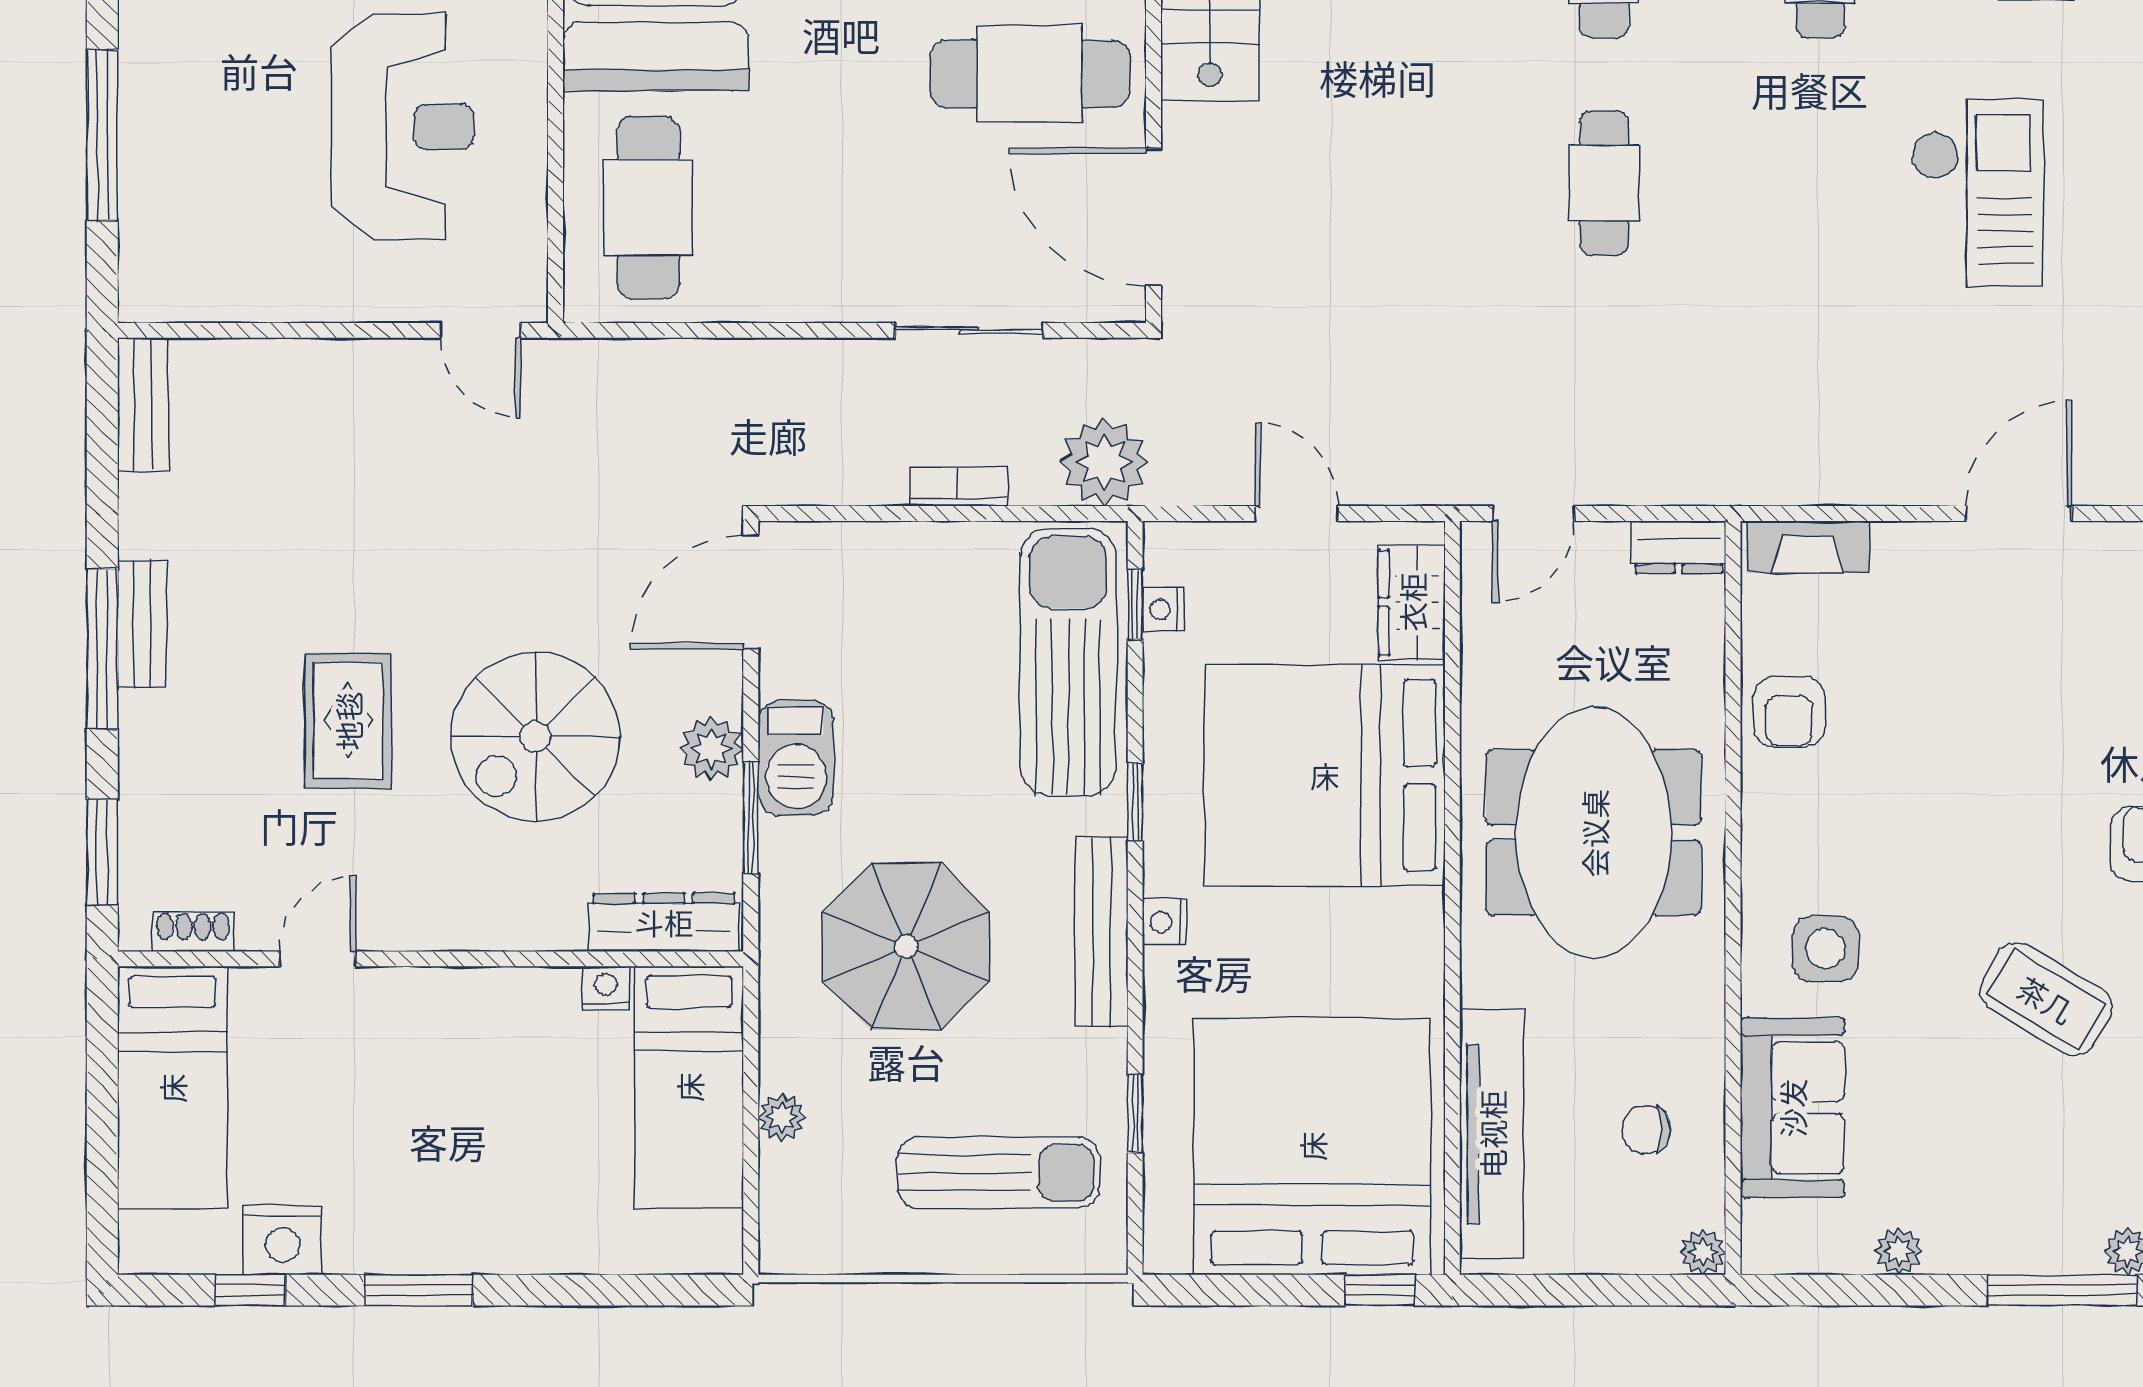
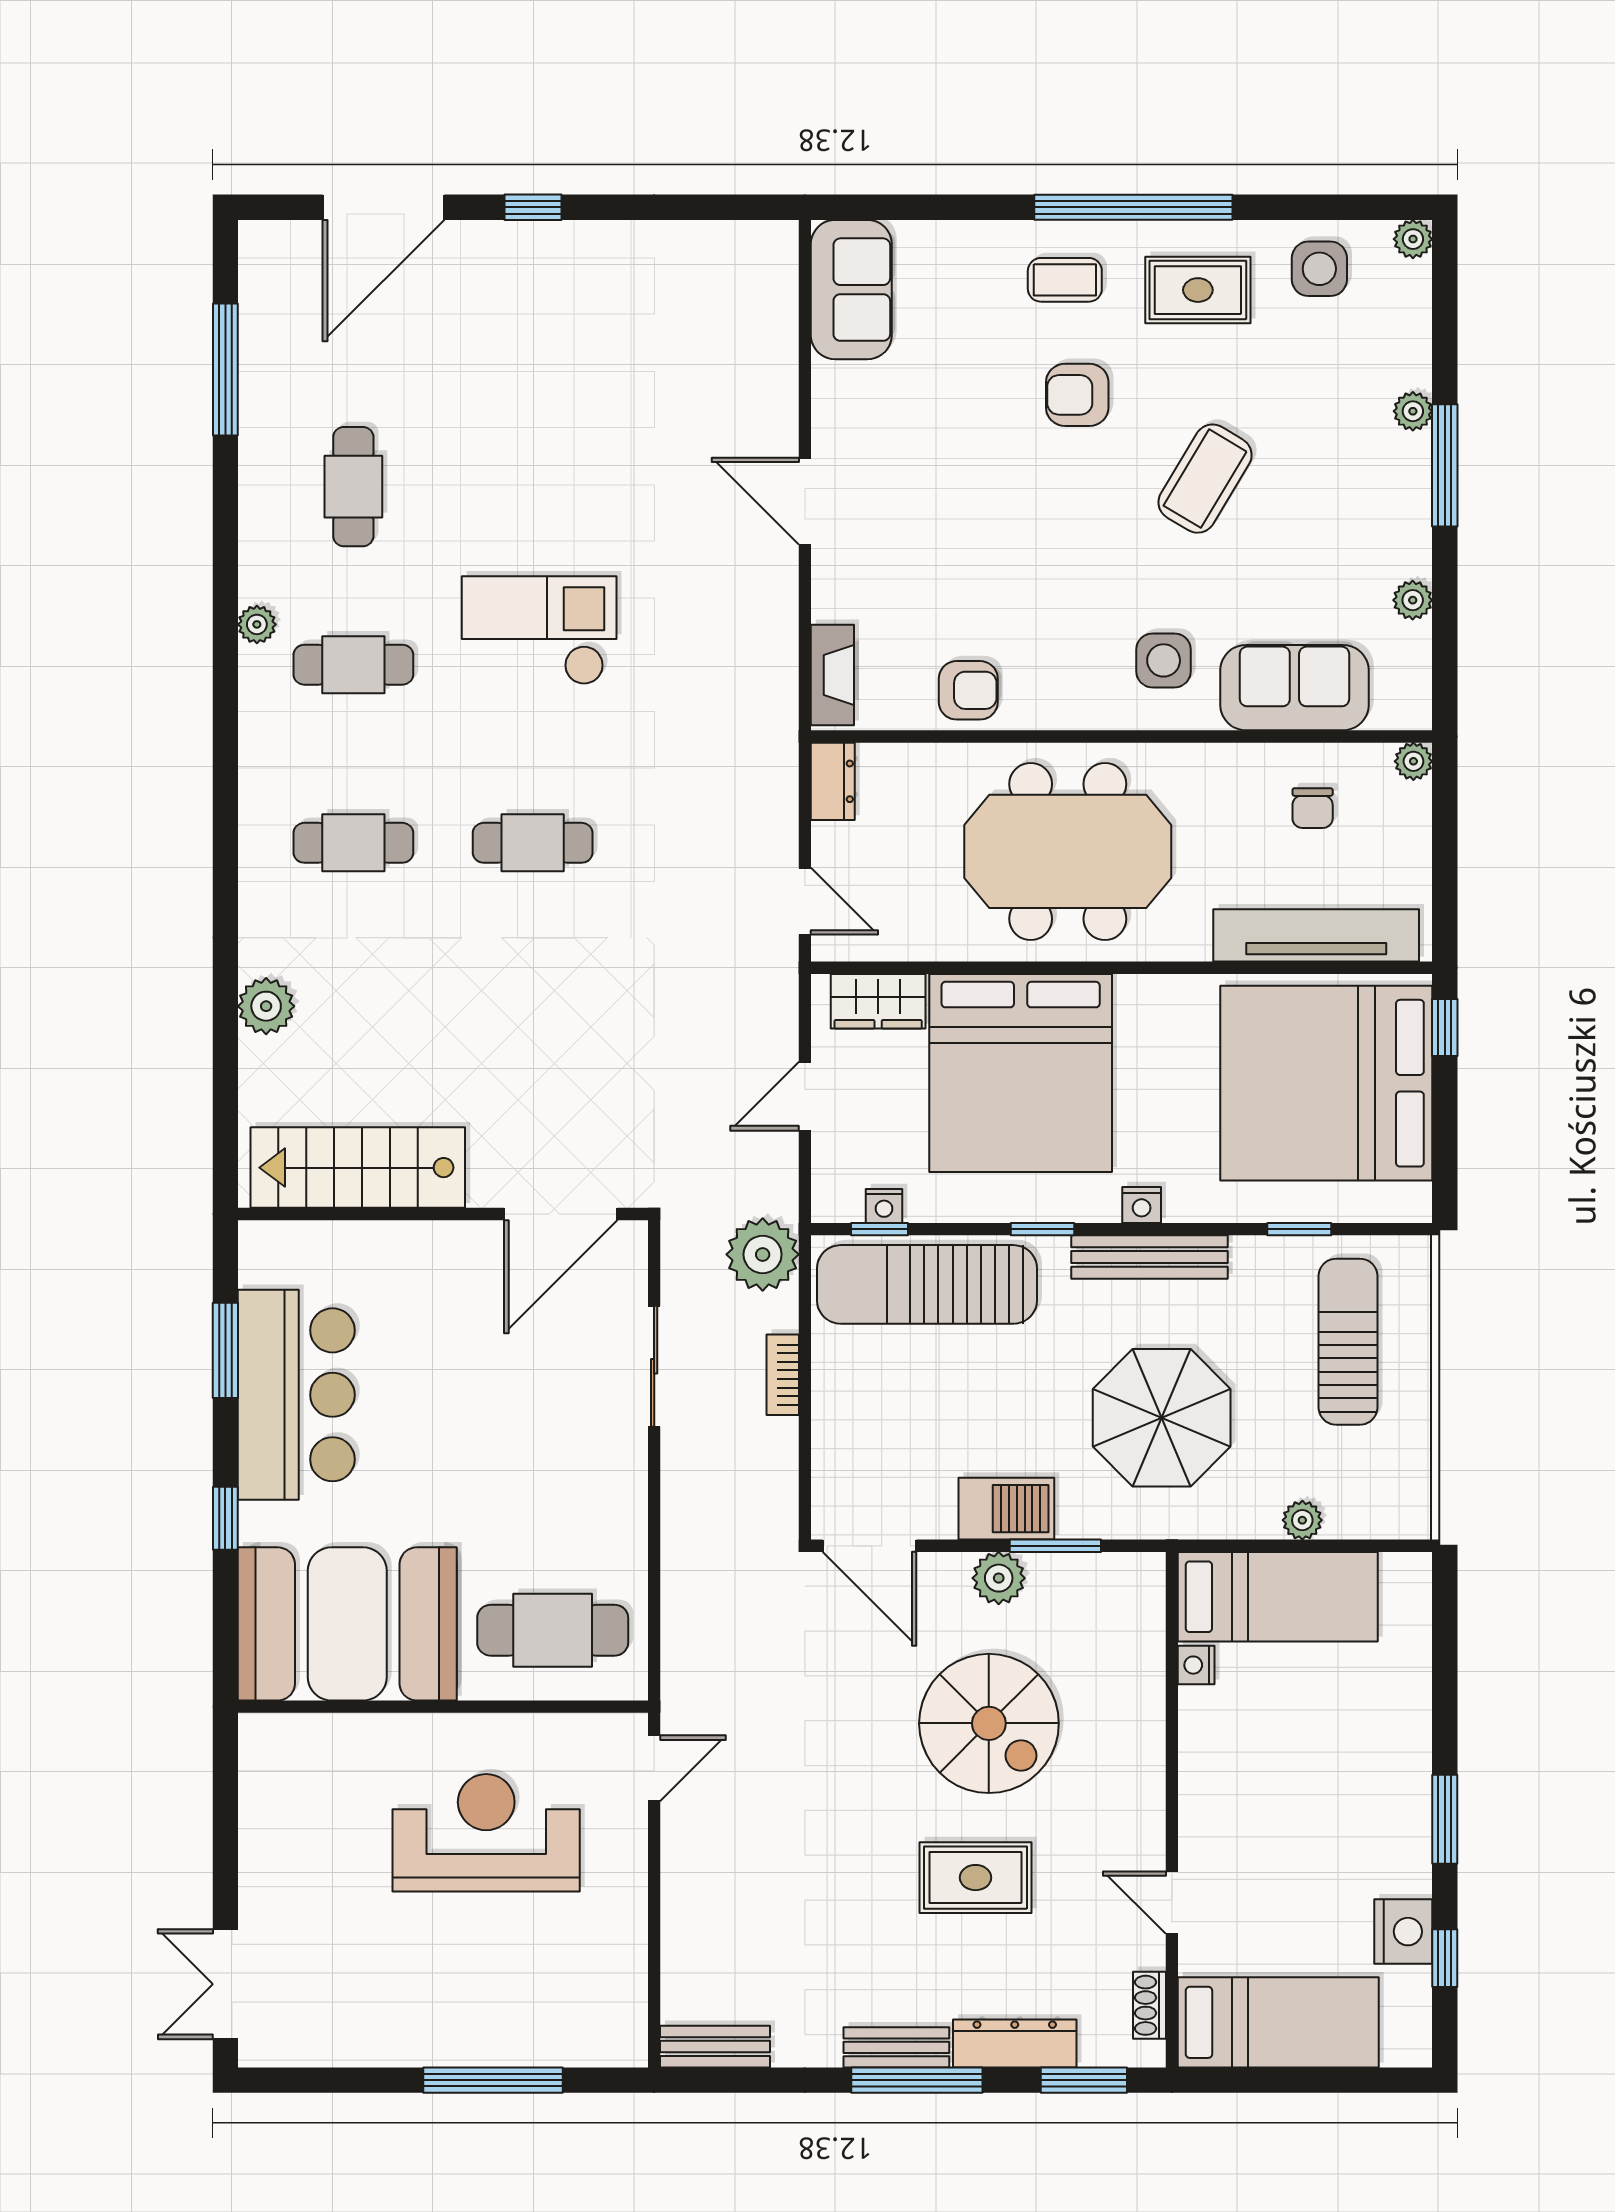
cafe table: (1030, 74) -> (443, 1316), removed
checkout: (1977, 193) -> (539, 630), moved
dresser: (664, 922) -> (1015, 2043), moved, turned 90

